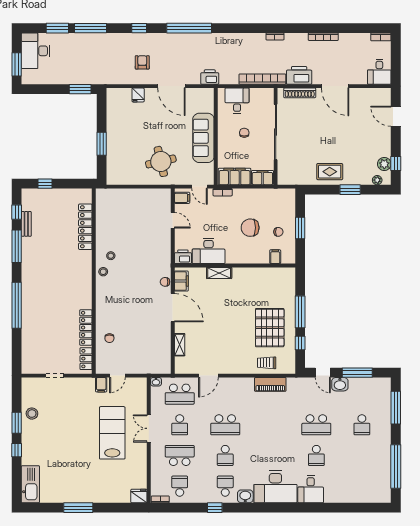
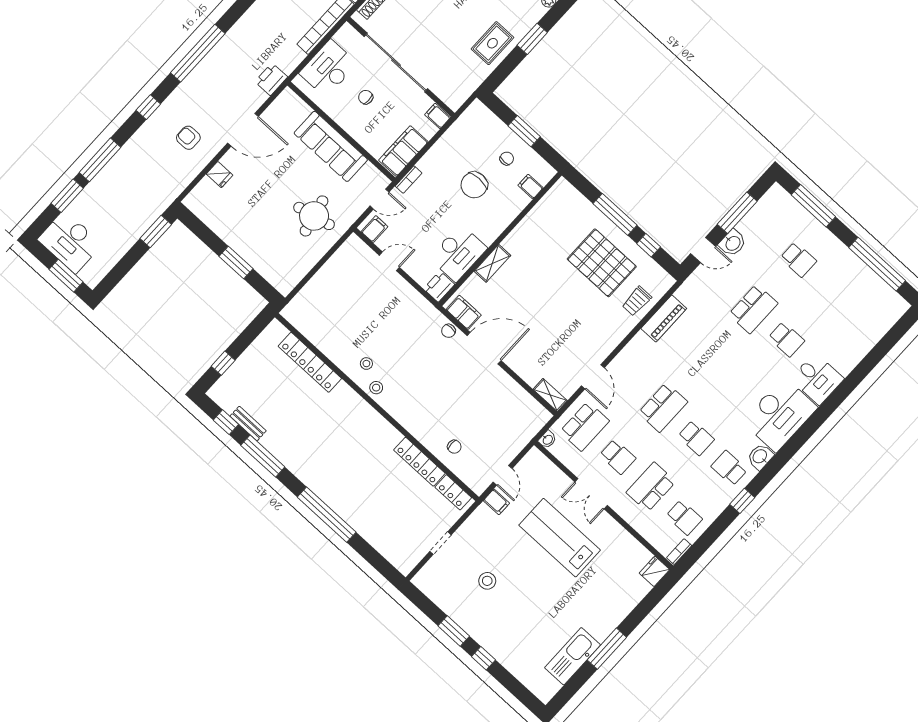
desk: (237, 101) -> (328, 68), width x1.37
filing cabinet: (262, 178) -> (438, 116), width x0.50
shelving: (180, 345) -> (550, 395), moved
stool: (32, 414) -> (487, 581), moved
kitchen sink: (30, 484) -> (573, 656), moved, turned -90
school desk: (180, 486) -> (684, 517), turned 180

